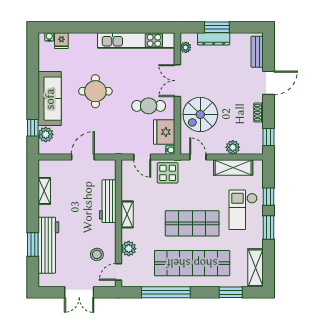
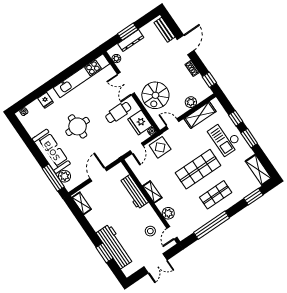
fridge: (61, 41) -> (46, 100), moved
window: (33, 128) -> (53, 178), width x2.17
door: (142, 157) -> (137, 148), hinge flipped
shelving: (44, 191) -> (82, 203), moved
shop shelf: (192, 263) -> (216, 195), width x0.50, depth x0.74

